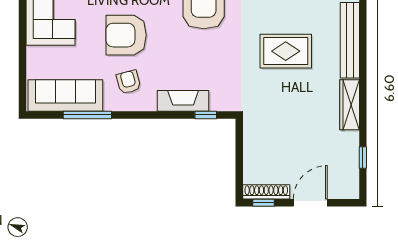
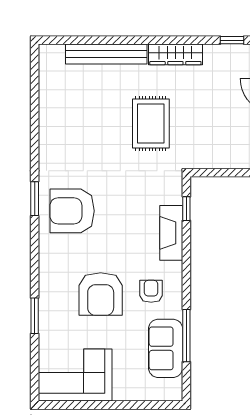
rug: (286, 51) -> (151, 124), moved
armchair: (129, 82) -> (151, 291), turned 105
sofa: (65, 96) -> (166, 348), width x0.73

